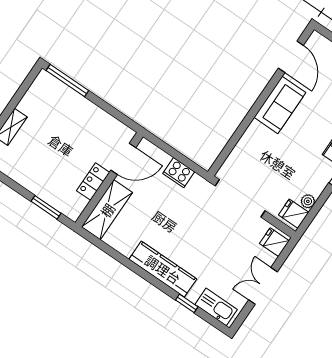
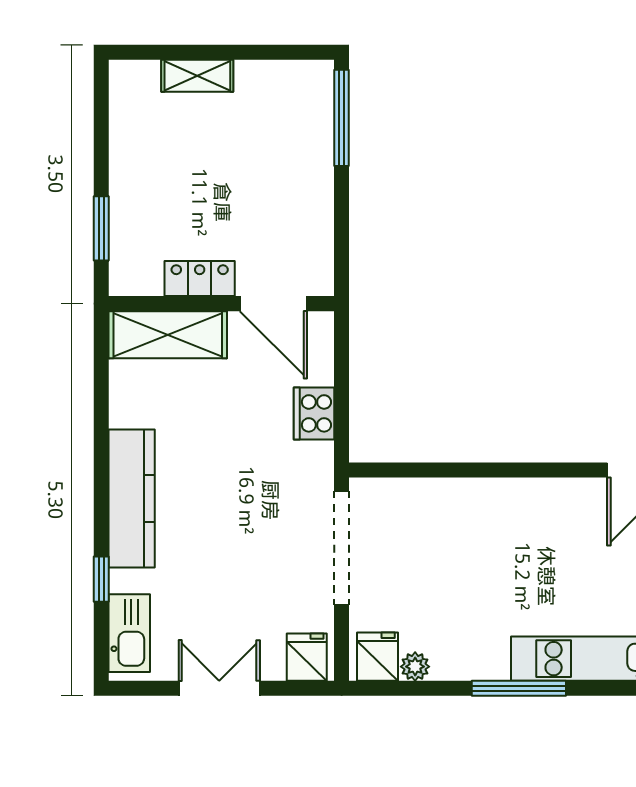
sofa: (280, 105) -> (546, 507), removed

